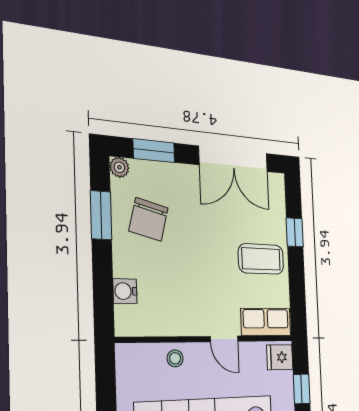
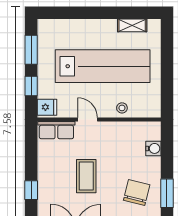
coffee table: (261, 259) -> (86, 176), moved, turned 90

